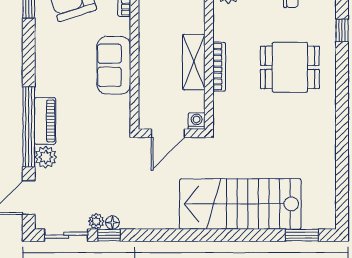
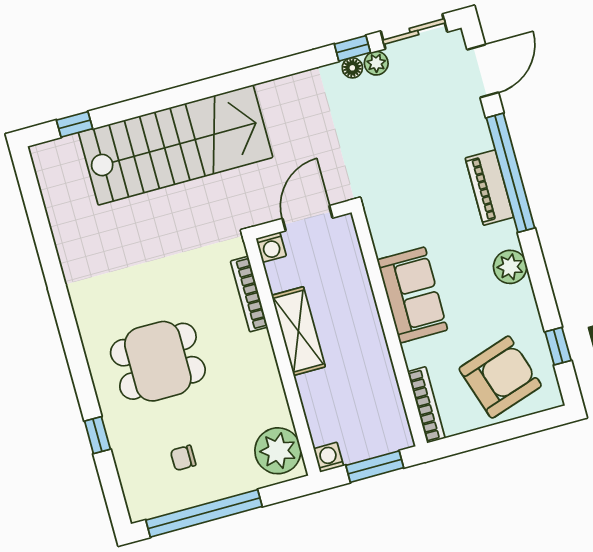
bookcase: (219, 67) -> (249, 294), moved
plant: (46, 157) -> (510, 267), moved
window: (302, 235) -> (74, 124), width x0.67

